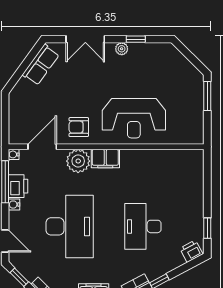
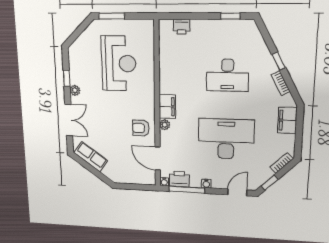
reception desk: (134, 118) -> (119, 63), moved
armchair: (79, 127) -> (141, 128), turned 90
plant: (78, 161) -> (165, 125), width x0.53, depth x0.53
printer: (18, 186) -> (179, 179), moved
printer: (191, 251) -> (182, 27), moved, turned -62

